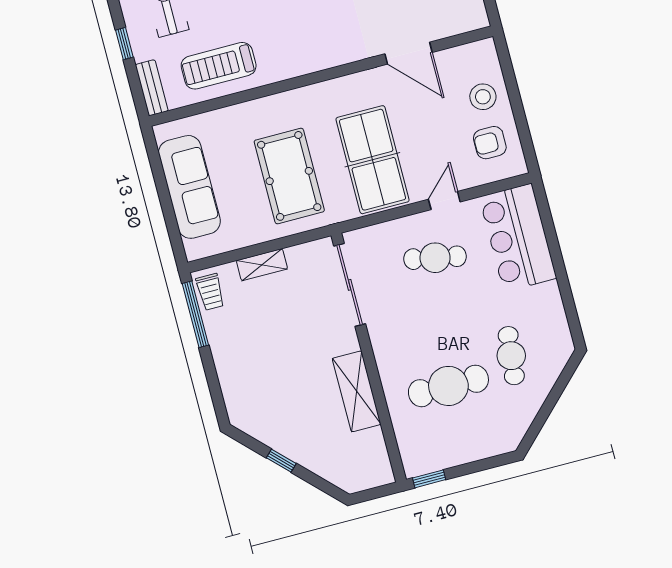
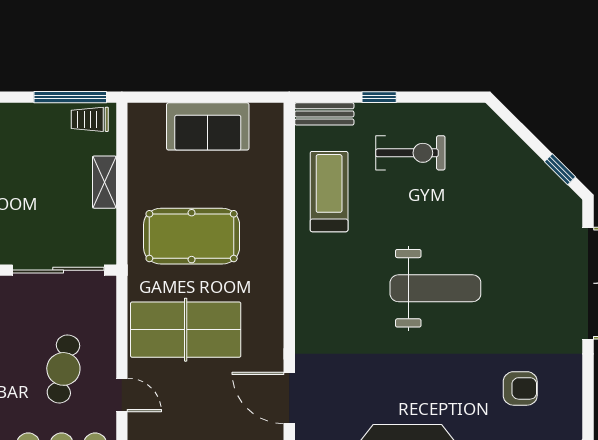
door: (409, 53) -> (289, 398), hinge flipped
sofa: (189, 187) -> (208, 126), width x0.73

